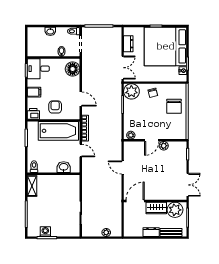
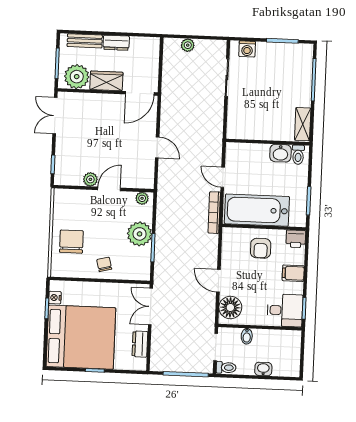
plant: (131, 91) -> (140, 234), moved
door: (81, 99) -> (218, 281), moved
washbasin: (64, 167) -> (280, 153), moved
washing machine: (45, 232) -> (247, 49), moved

